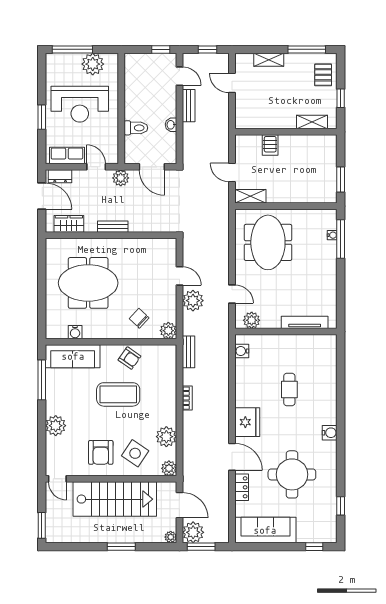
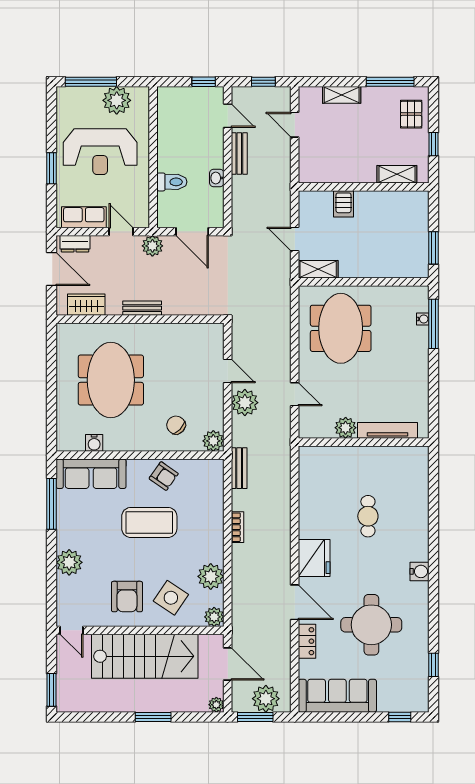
meeting table: (88, 283) -> (111, 380), turned 90
plant: (252, 320) -> (346, 428), moved
water cooler: (242, 351) -> (307, 467), removed
plant: (193, 532) -> (266, 699), moved

